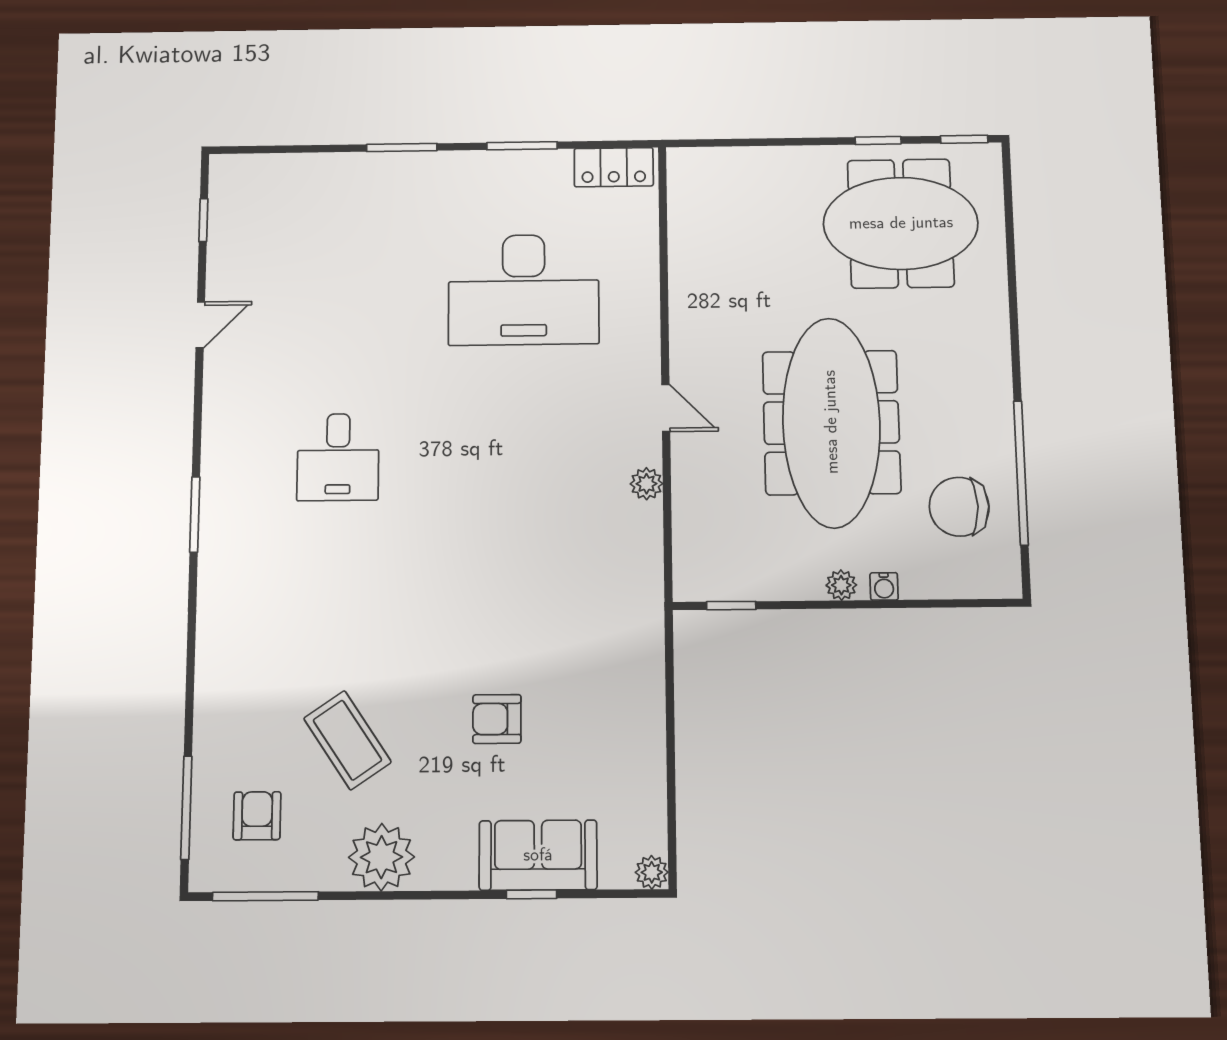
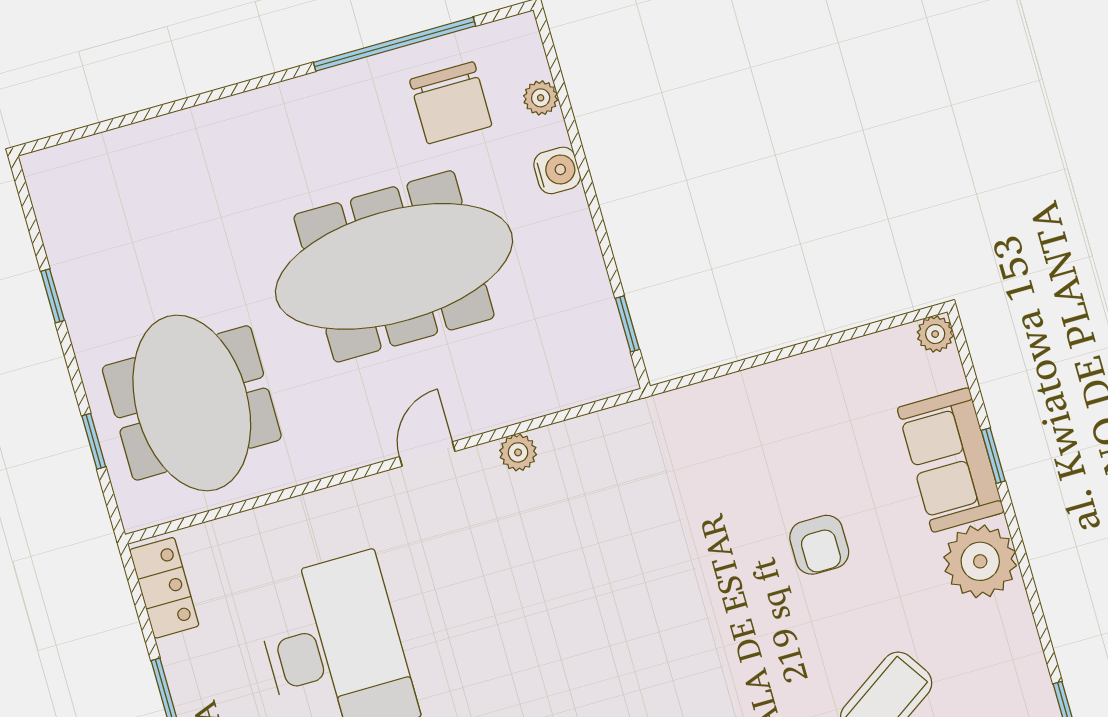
window: (964, 139) -> (94, 441), moved
meeting table: (901, 223) -> (192, 403), moved
plant: (841, 585) -> (541, 98), moved
water cooler: (884, 586) -> (557, 170), width x1.38, depth x1.38
plant: (381, 857) -> (980, 561), moved

